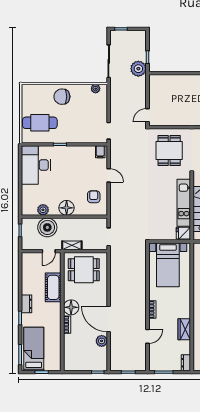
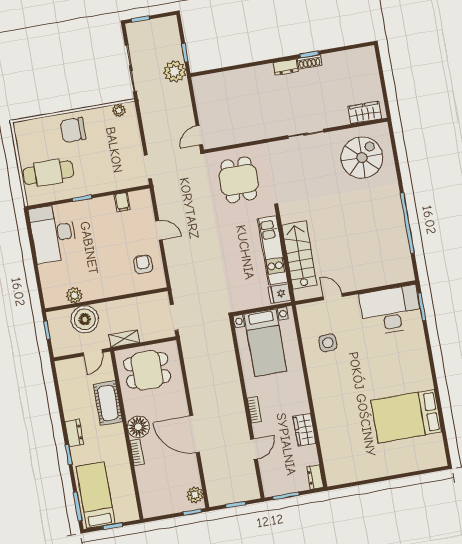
filing cabinet: (100, 152) -> (122, 202), moved
floor lamp: (67, 208) -> (107, 287), removed
plant: (102, 341) -> (195, 495), moved

